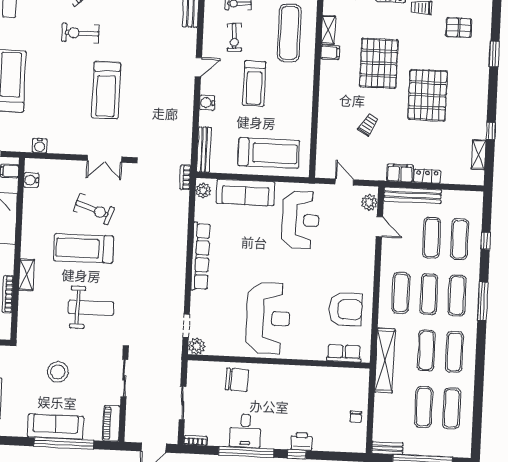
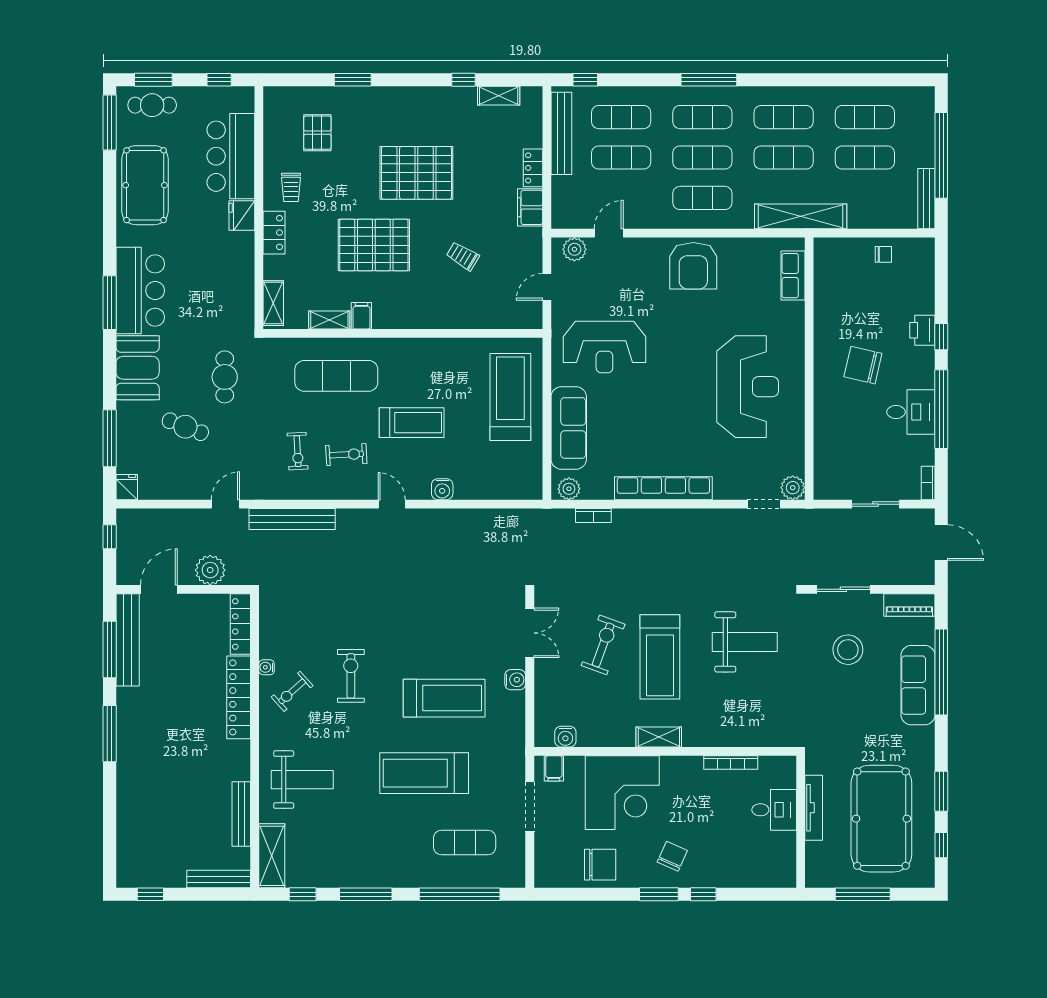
exercise bike: (80, 33) -> (351, 676), turned 180
treadmill: (106, 90) -> (444, 698), moved
water cooler: (40, 146) -> (515, 680), moved
bench: (204, 150) -> (510, 491), removed
bookcase: (185, 177) -> (593, 515), moved
bench: (412, 195) -> (561, 133), moved
reception desk: (301, 220) -> (604, 347), turned 180
window: (486, 241) -> (585, 80), moved
shelving: (26, 275) -> (659, 737), moved
weight bench: (91, 308) -> (745, 642), turned 90
armchair: (345, 309) -> (693, 266), moved, turned 180
reception desk: (268, 318) -> (748, 387), turned 90
stool: (58, 372) -> (848, 650), moved
chair: (237, 380) -> (863, 365), moved, turned -79
bench: (387, 448) -> (926, 199), width x1.36

